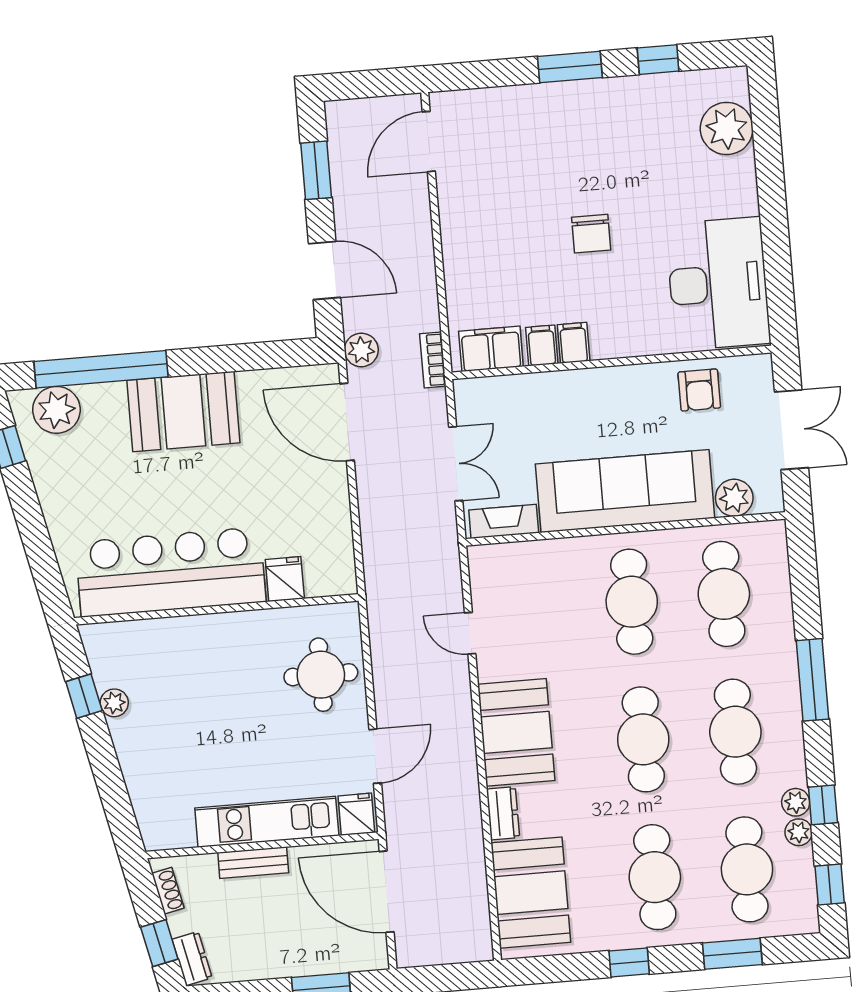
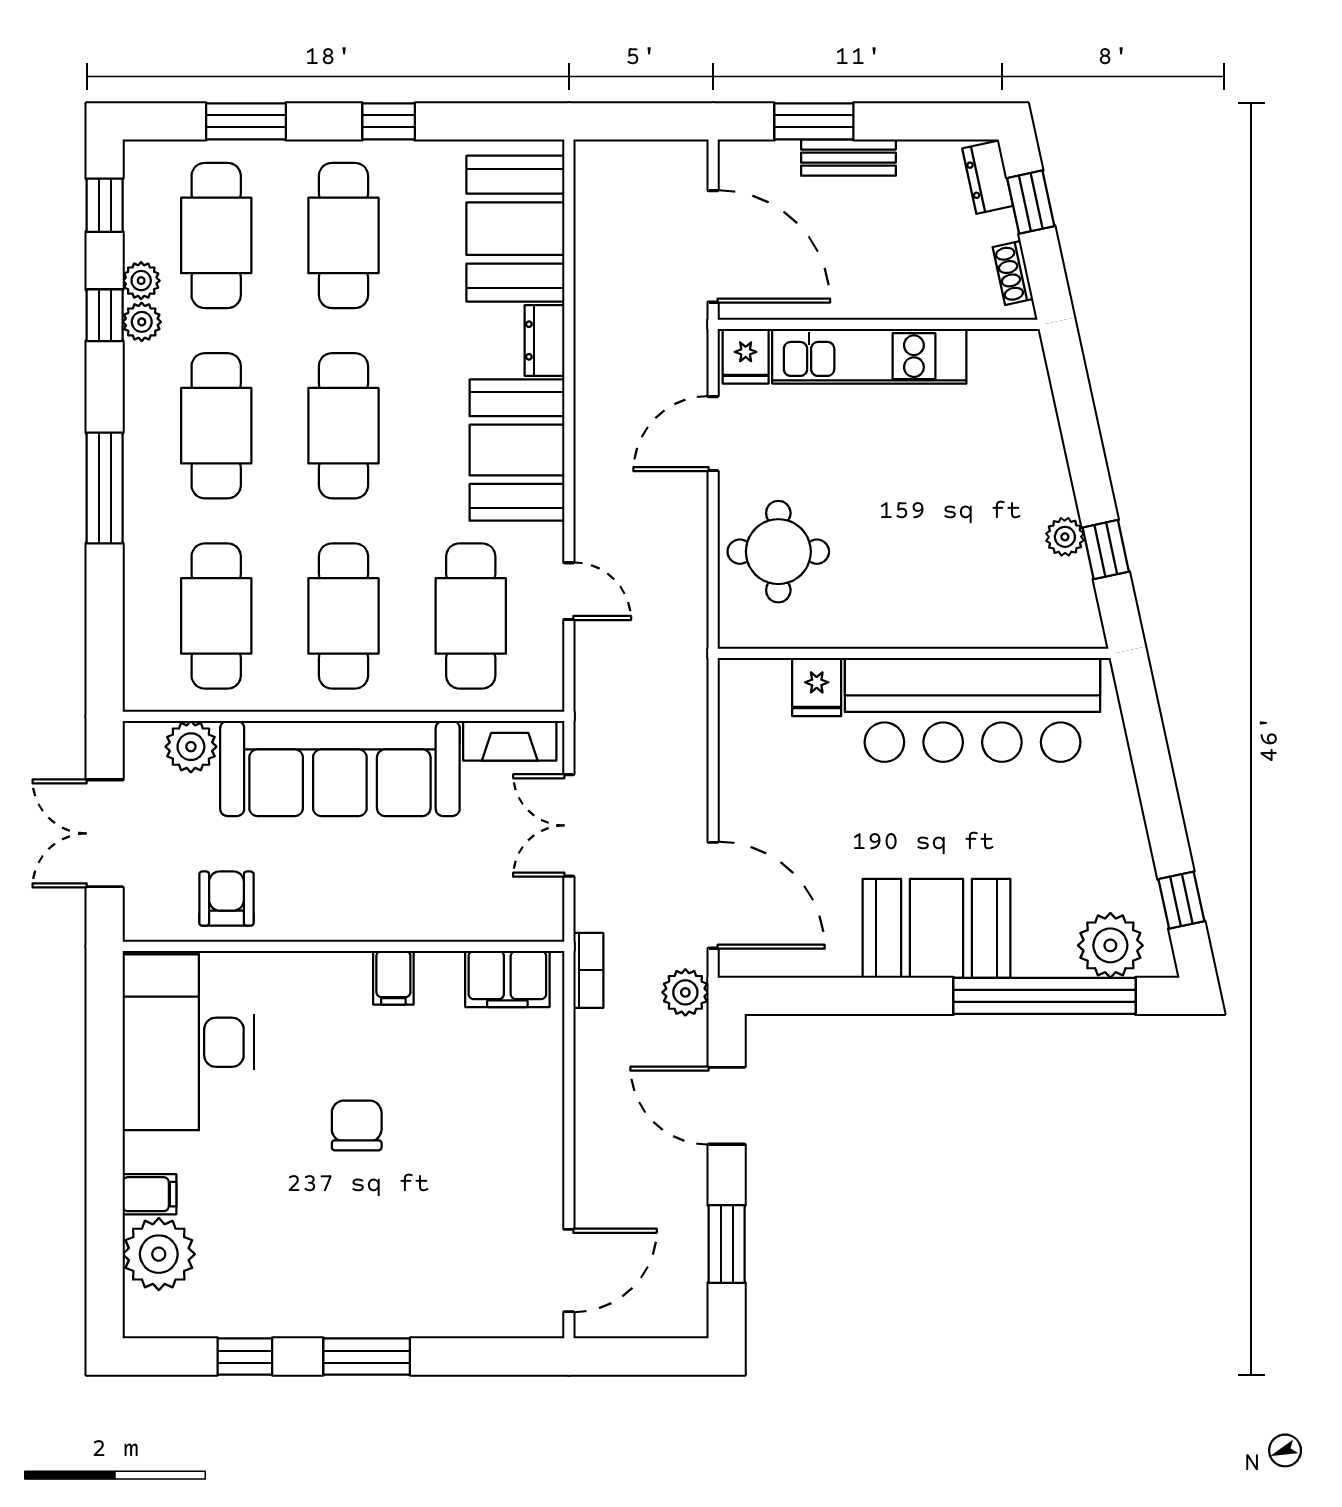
filing cabinet: (542, 346) -> (149, 1194), moved, turned -90
cafe table: (540, 609) -> (471, 616), added
bench: (253, 863) -> (848, 158), moved

